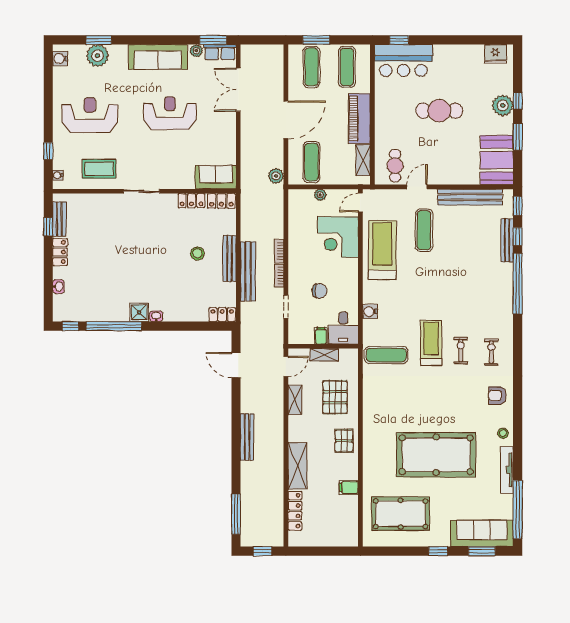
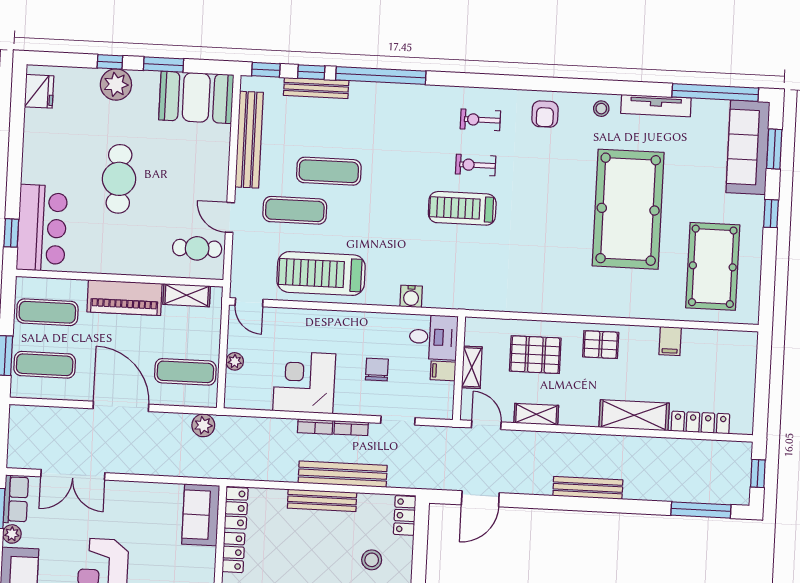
corner desk: (338, 237) -> (304, 382), moved, turned 180
stool: (197, 253) -> (372, 560), moved
exercise mat: (386, 355) -> (329, 171), moved, turned 90

